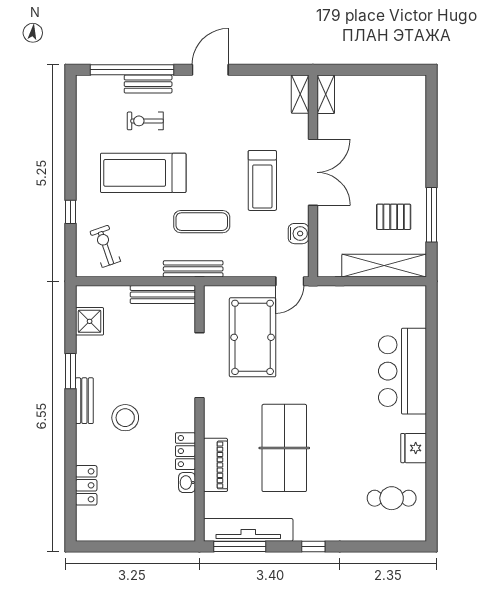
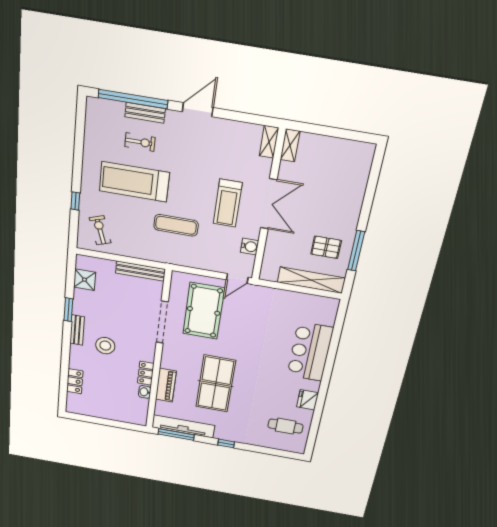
exercise bike: (145, 121) -> (140, 142), turned 180
bench: (193, 269) -> (165, 257), removed

